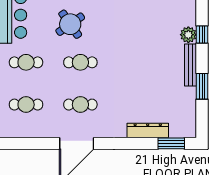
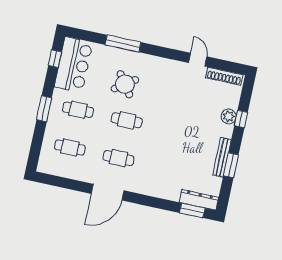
bench: (191, 65) -> (222, 157), moved
dresser: (148, 130) -> (199, 200), moved

